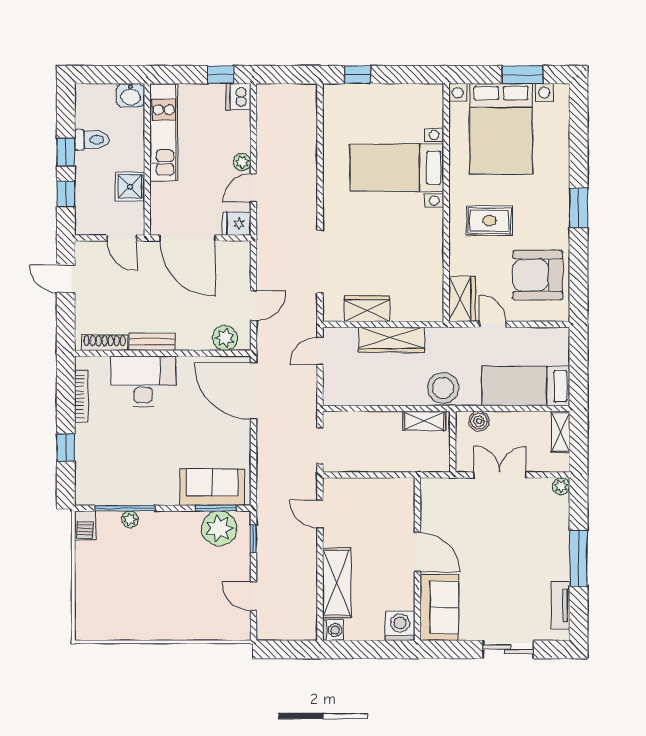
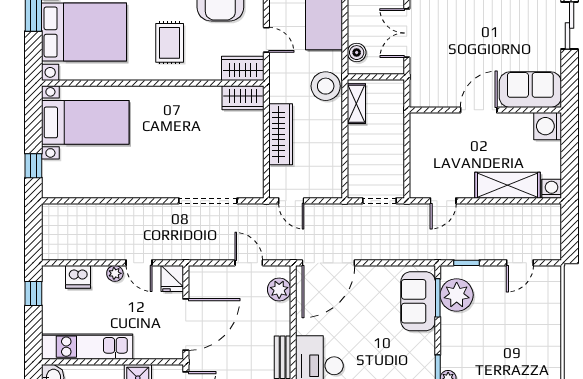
dishwasher: (239, 97) -> (78, 277), moved
bed with nightstands: (397, 168) -> (85, 122), moved, turned -90
wardrobe: (367, 309) -> (243, 98), moved, turned -90
door: (493, 324) -> (266, 40), swing flipped

